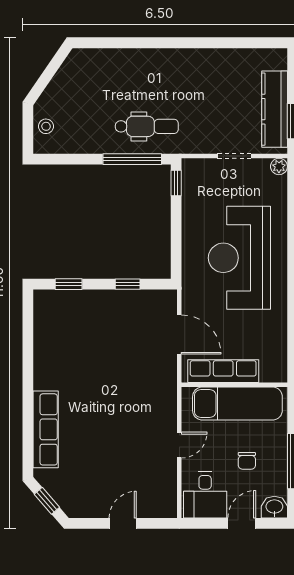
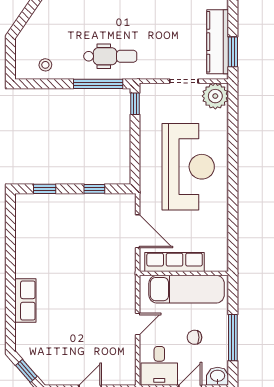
stool: (46, 126) -> (45, 65), moved
plant: (279, 166) -> (215, 96), width x1.87, depth x1.87
reception desk: (239, 258) -> (188, 167), turned 180
row of seats: (46, 429) -> (25, 300), width x0.68
chair: (247, 461) -> (194, 337), turned 90

